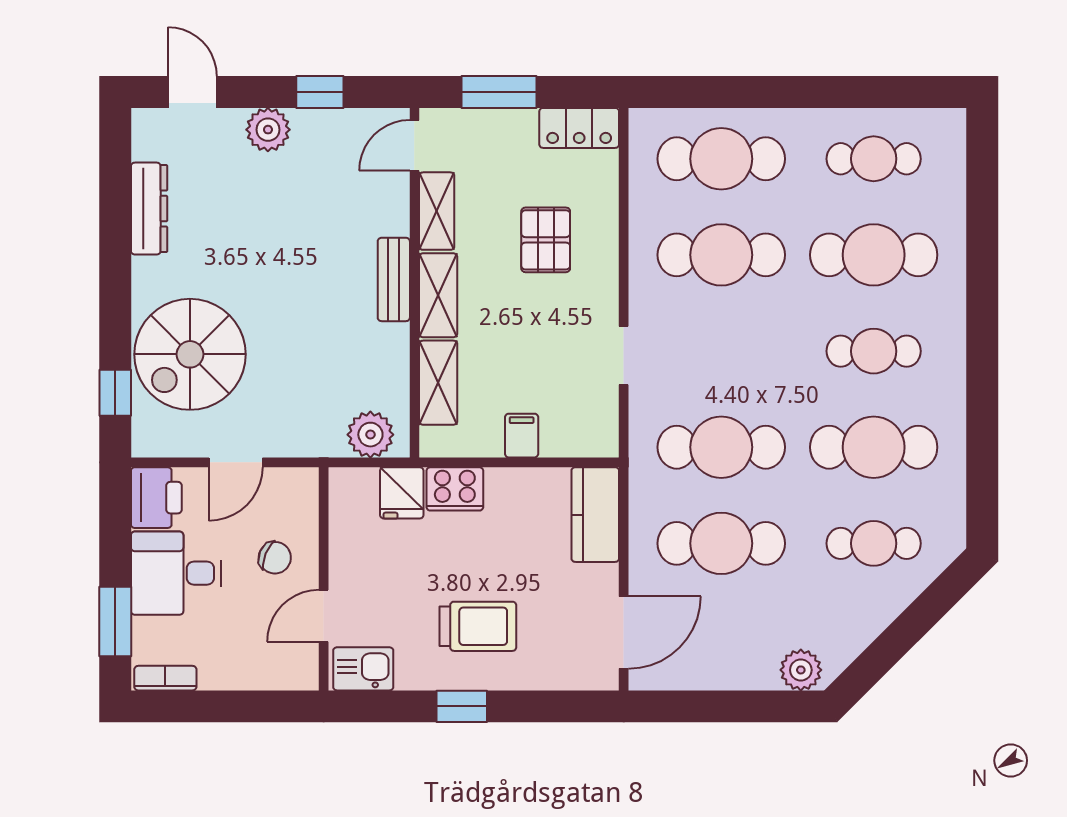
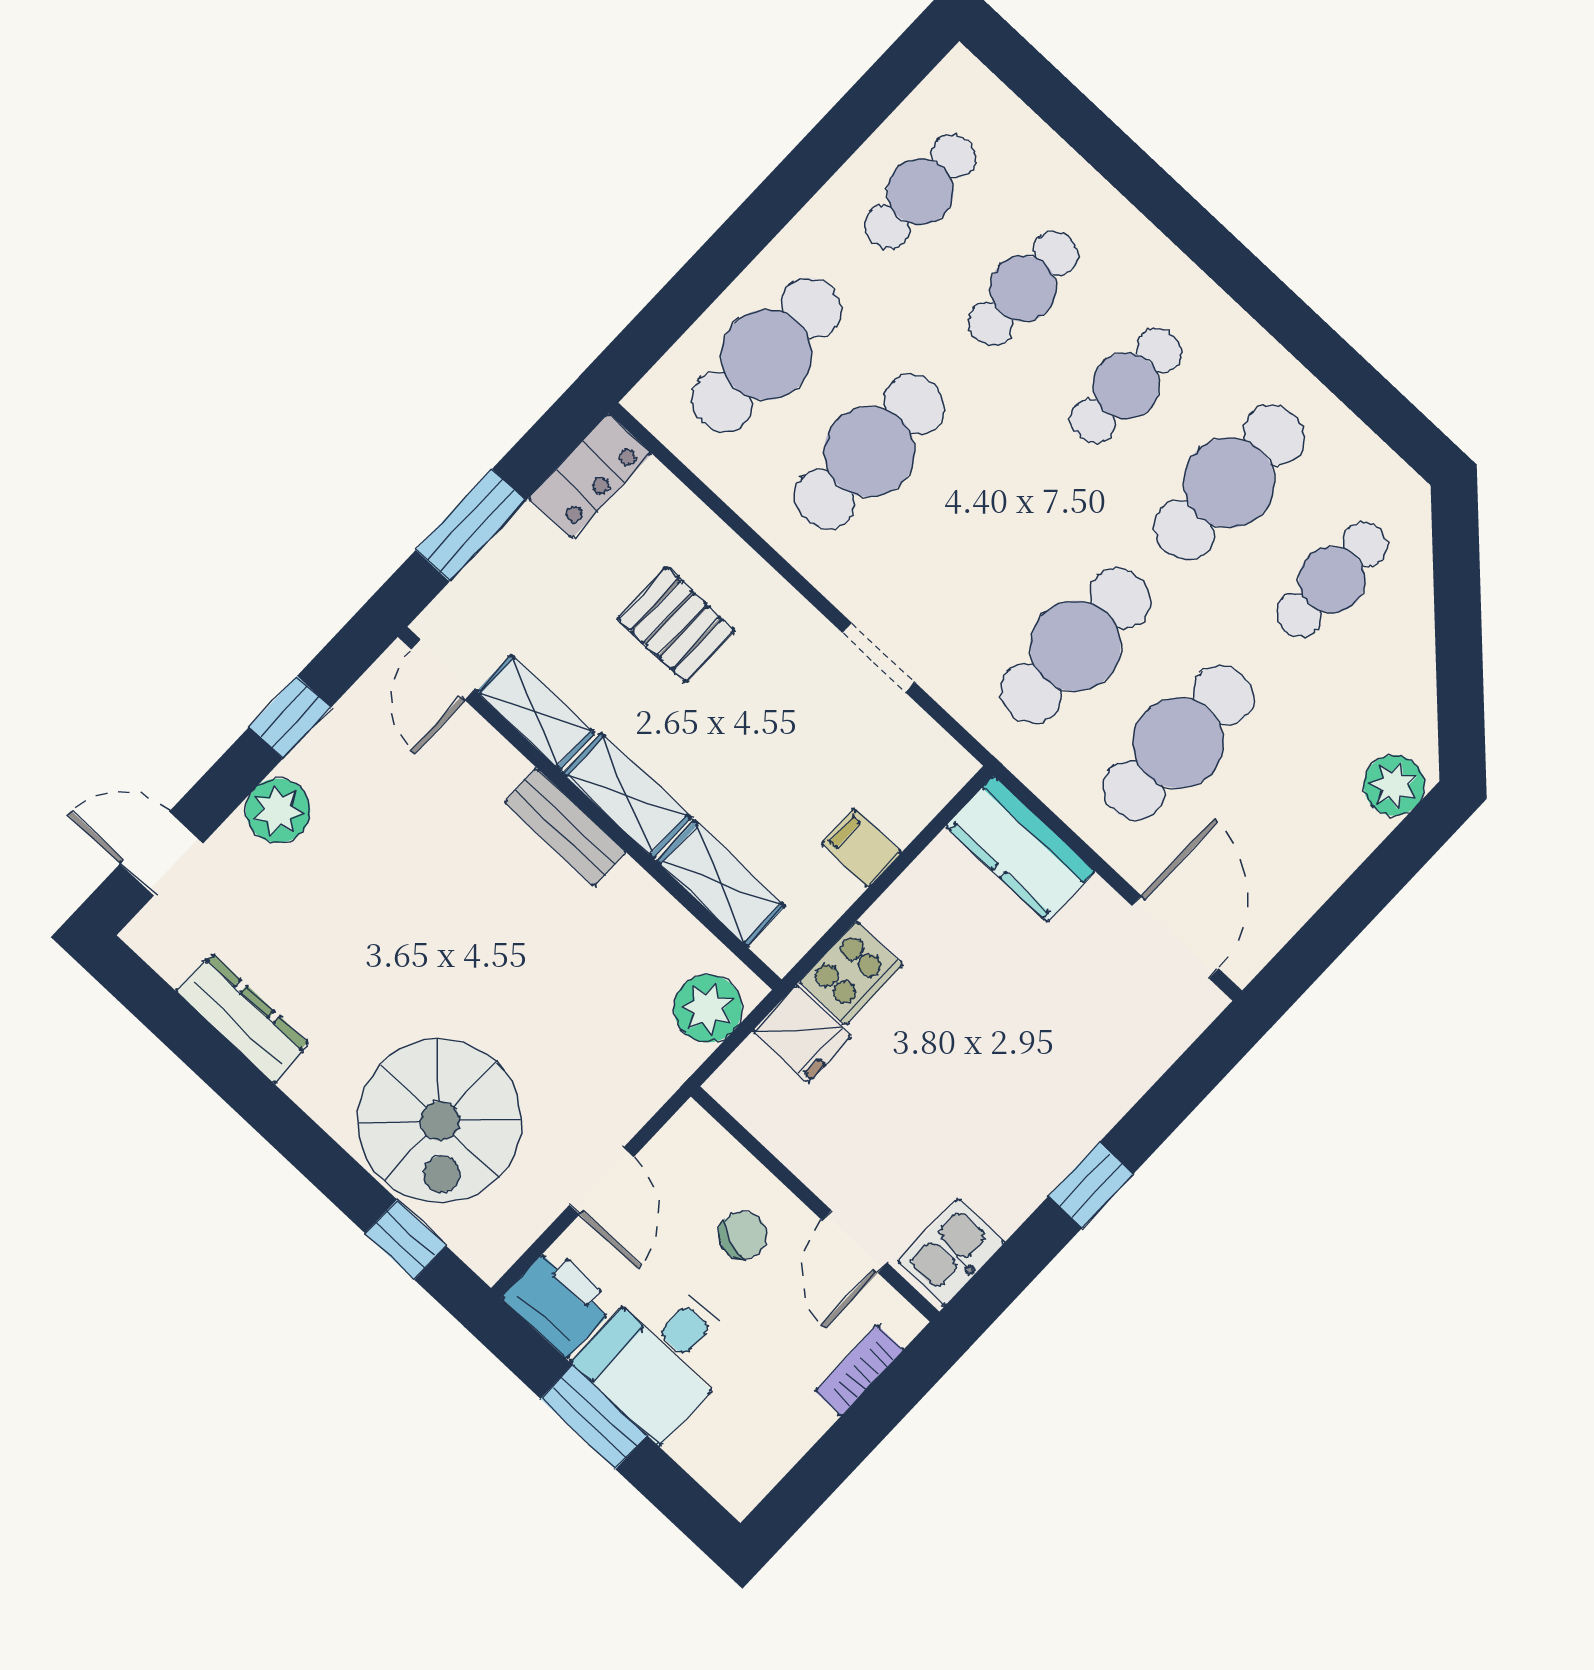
cafe table: (874, 255) -> (1023, 289), width x0.73, depth x0.74
window: (115, 621) -> (594, 1417), moved
trolley: (478, 626) -> (1021, 1087), removed
bookcase: (165, 678) -> (859, 1370), moved

